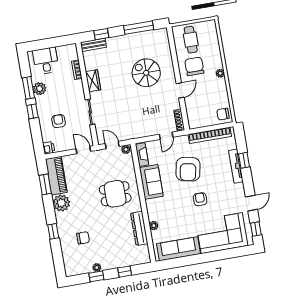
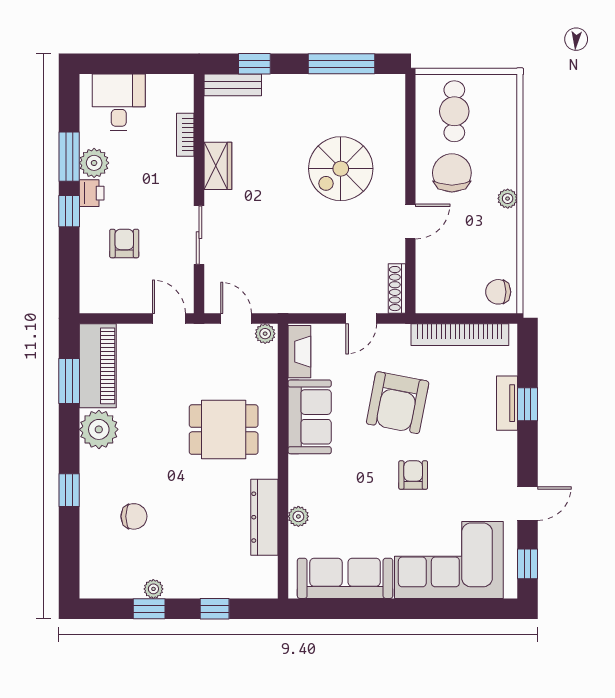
spiral stairs: (146, 73) -> (341, 169), turned -90
printer: (49, 148) -> (92, 193), moved
tv unit: (236, 166) -> (507, 403), width x0.71

